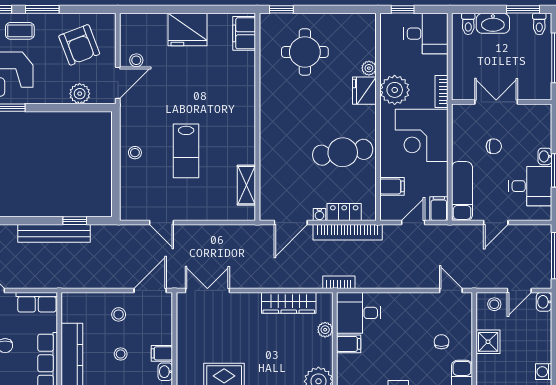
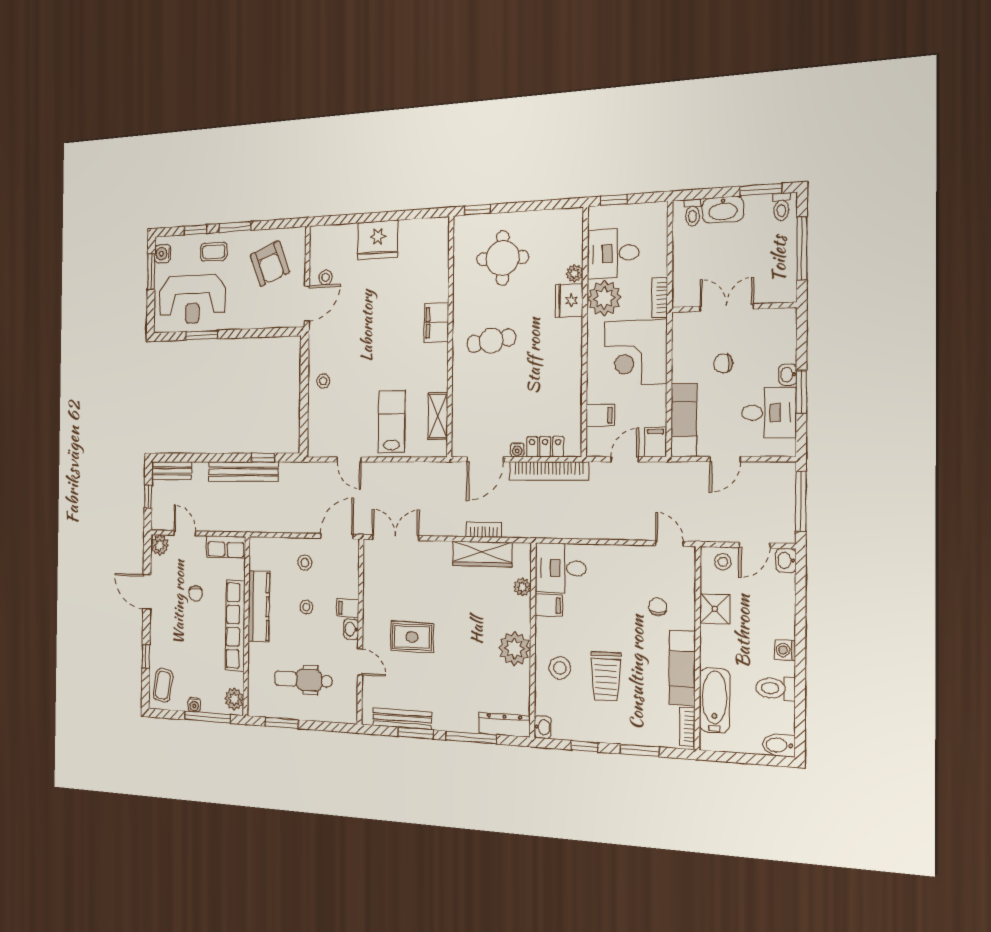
filing cabinet: (244, 33) -> (436, 322), moved
desk: (426, 34) -> (613, 253), moved, turned 180
plant: (80, 94) -> (270, 317), removed
chair: (494, 146) -> (723, 363), turned 180
lab bench: (186, 151) -> (392, 422), moved, turned 180
cafe table: (343, 152) -> (491, 341), moved, width x0.73, depth x0.74
bookcase: (339, 282) -> (484, 530), moved

